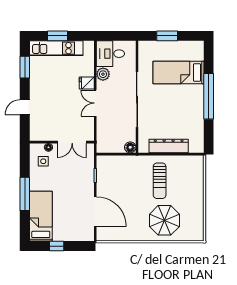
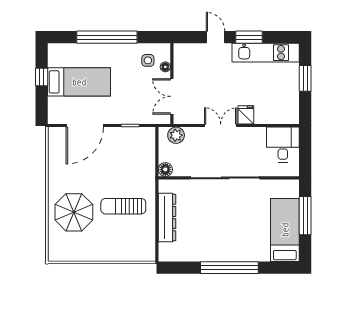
window: (167, 36) -> (305, 216), width x1.44
kitchen unit: (56, 48) -> (266, 53), moved, turned -90
window: (25, 67) -> (249, 37), moved
bed: (179, 72) -> (285, 230), moved
plant: (103, 74) -> (176, 135), moved
window: (25, 194) -> (107, 37), width x1.46
bed: (41, 216) -> (79, 82), moved

